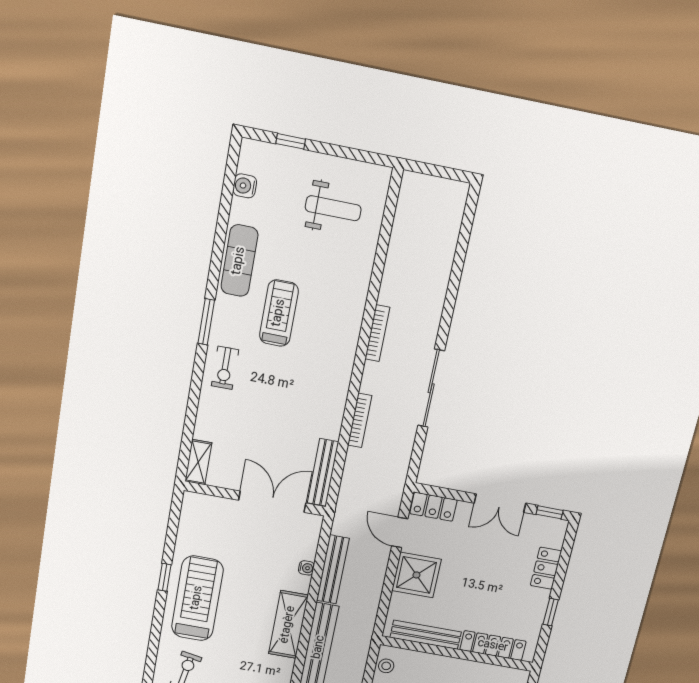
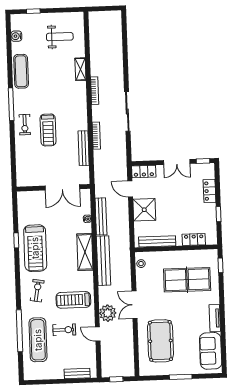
treadmill: (279, 313) -> (48, 130), moved, turned 180
window: (206, 322) -> (11, 104), width x1.44
shelving: (198, 462) -> (80, 69), moved
bench: (323, 473) -> (84, 148), moved
double door: (272, 502) -> (62, 187), swing flipped
treadmill: (197, 598) -> (35, 248), turned 180
locker: (493, 646) -> (194, 239), width x0.66

